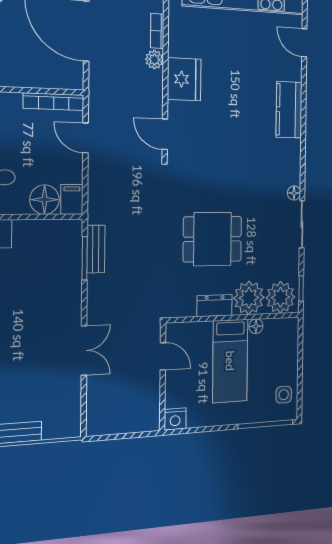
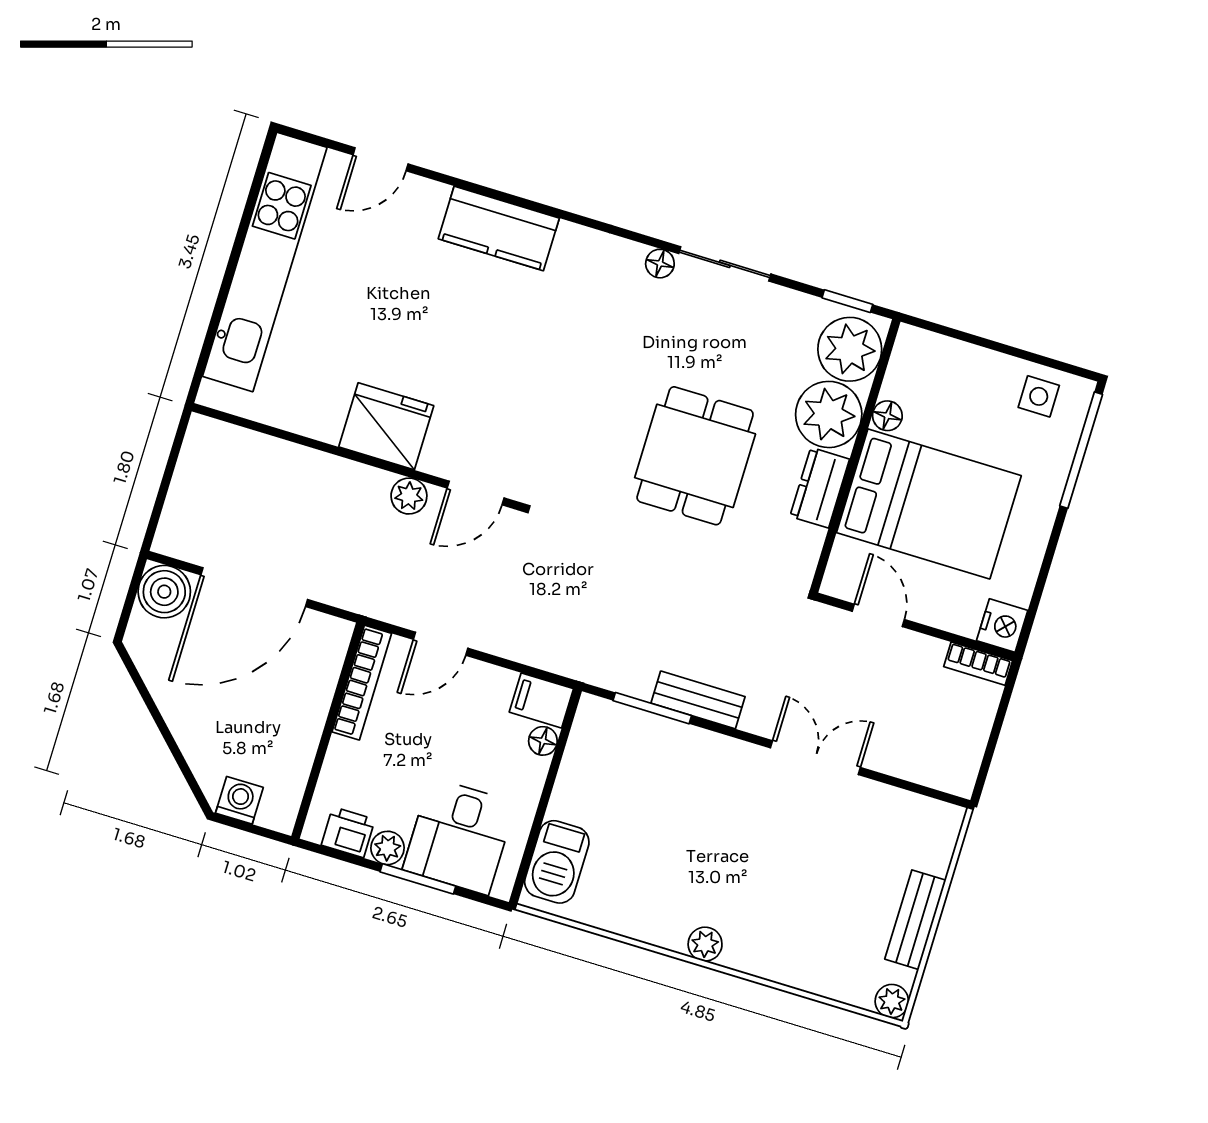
bookcase: (157, 31) -> (978, 664), moved
plant: (154, 59) -> (409, 496), moved
floor lamp: (44, 200) -> (543, 741), width x0.53, depth x0.53
bench: (96, 249) -> (698, 700), moved
door: (163, 356) -> (878, 615), hinge flipped
bed: (230, 361) -> (929, 504), width x1.50

